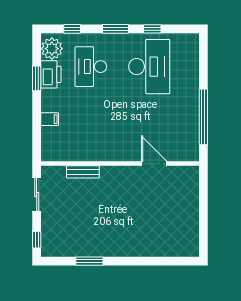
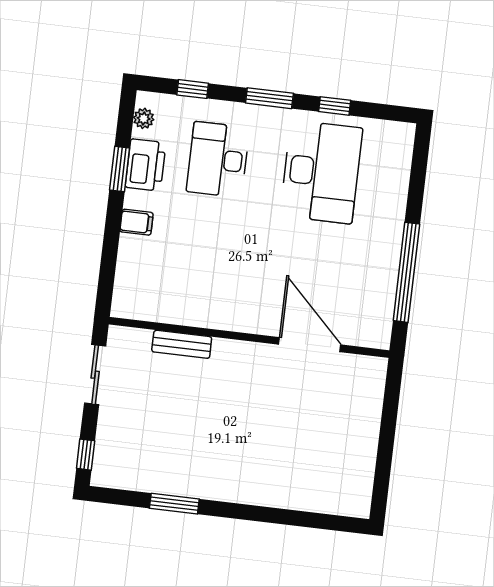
plant: (52, 49) -> (144, 118), width x0.53, depth x0.53
filing cabinet: (50, 119) -> (136, 222), moved
door: (154, 164) -> (310, 345), width x1.36

